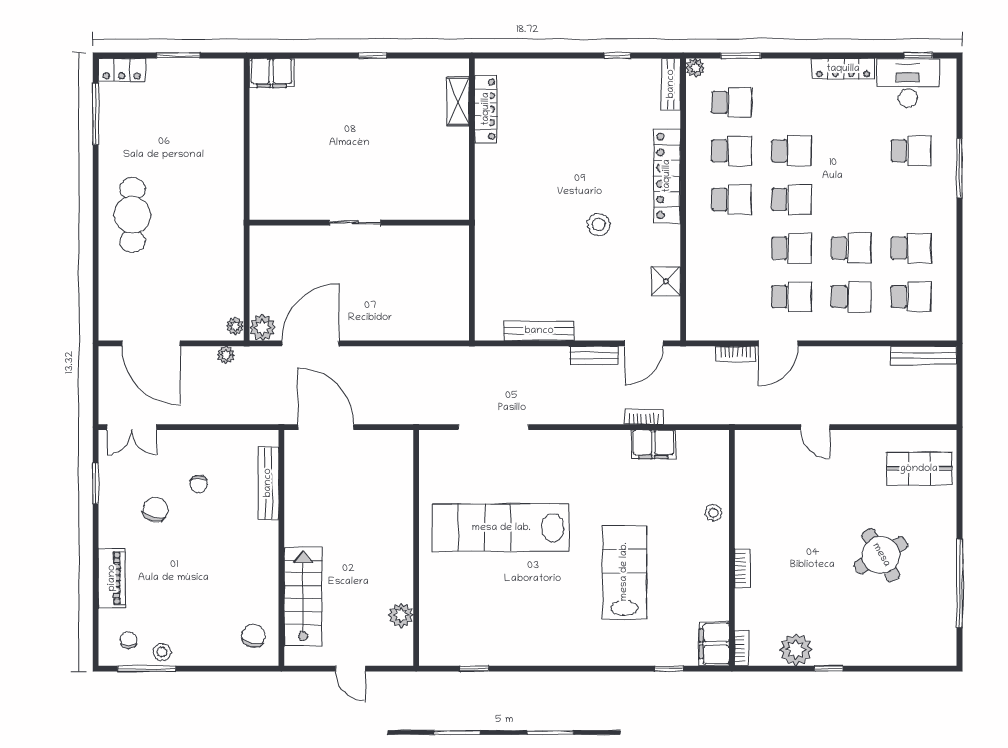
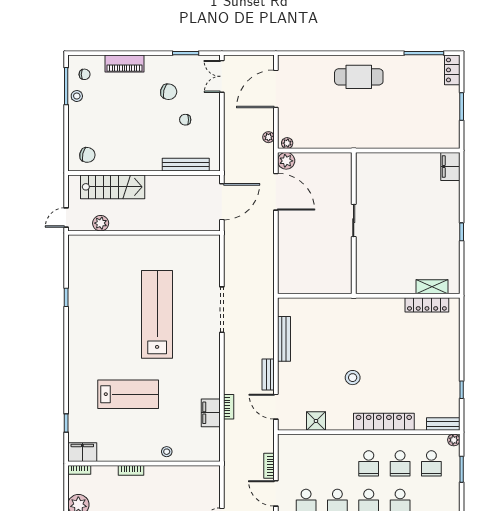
wall: (416, 548) -> (144, 233), moved
plant: (401, 615) -> (101, 223), moved

